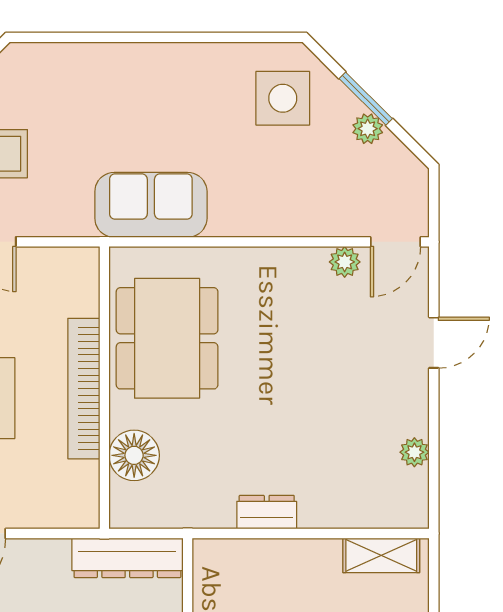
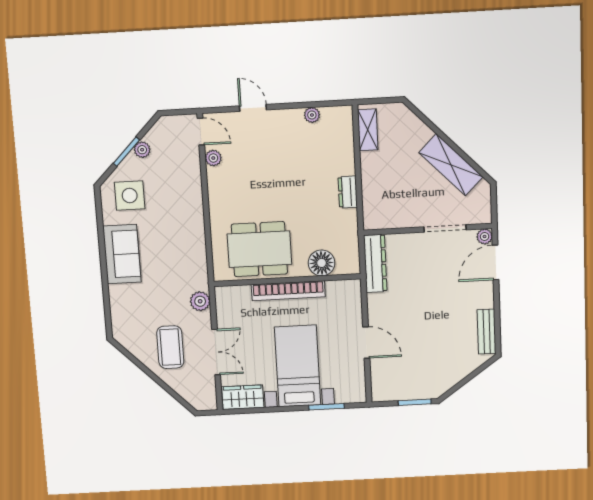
sofa: (151, 205) -> (122, 254), moved, turned 180
plant: (72, 218) -> (200, 301), added

